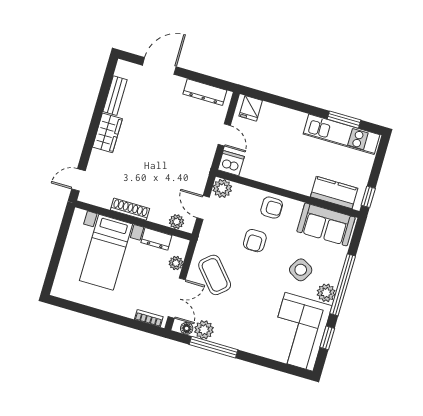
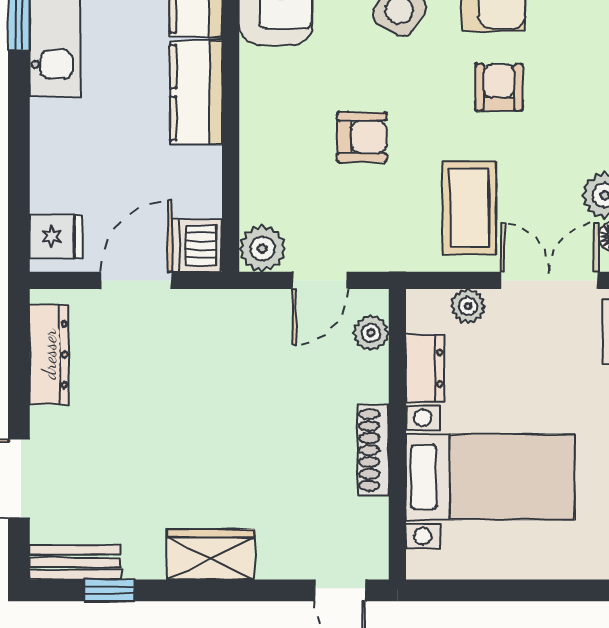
window: (105, 89) -> (109, 590), added
bench: (115, 96) -> (75, 562), moved
door: (224, 135) -> (136, 280), width x1.38
kitchen counter: (292, 180) -> (196, 92), added
armchair: (272, 208) -> (499, 87), moved
coffee table: (215, 275) -> (470, 208), turned -49

